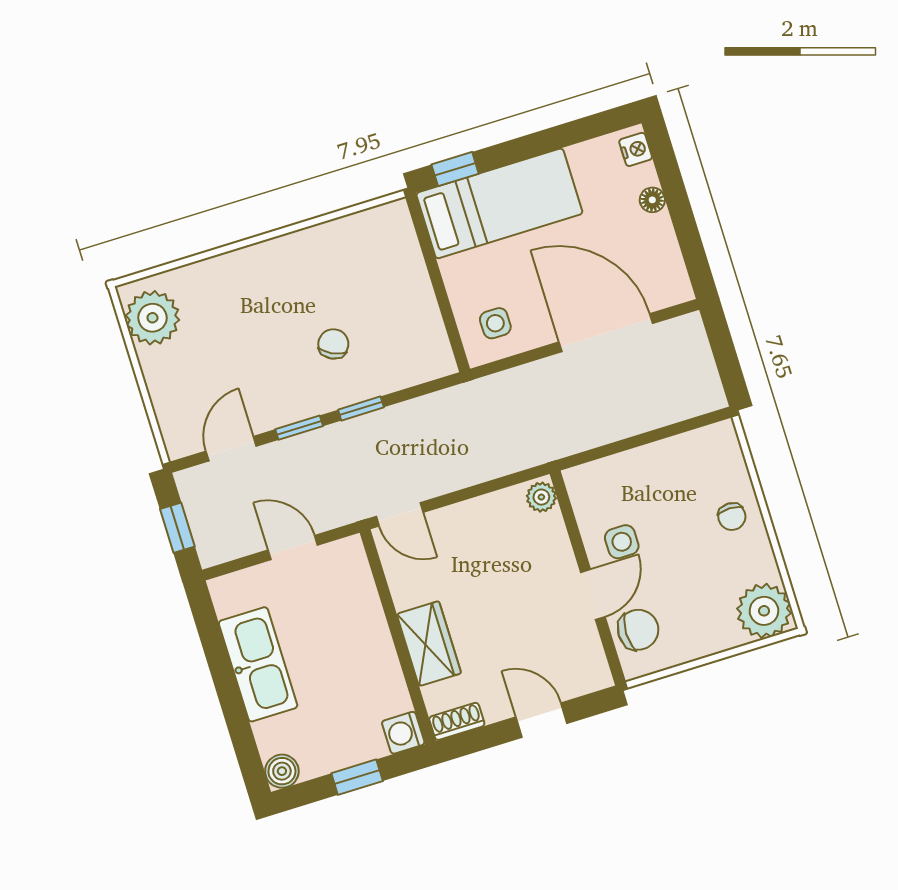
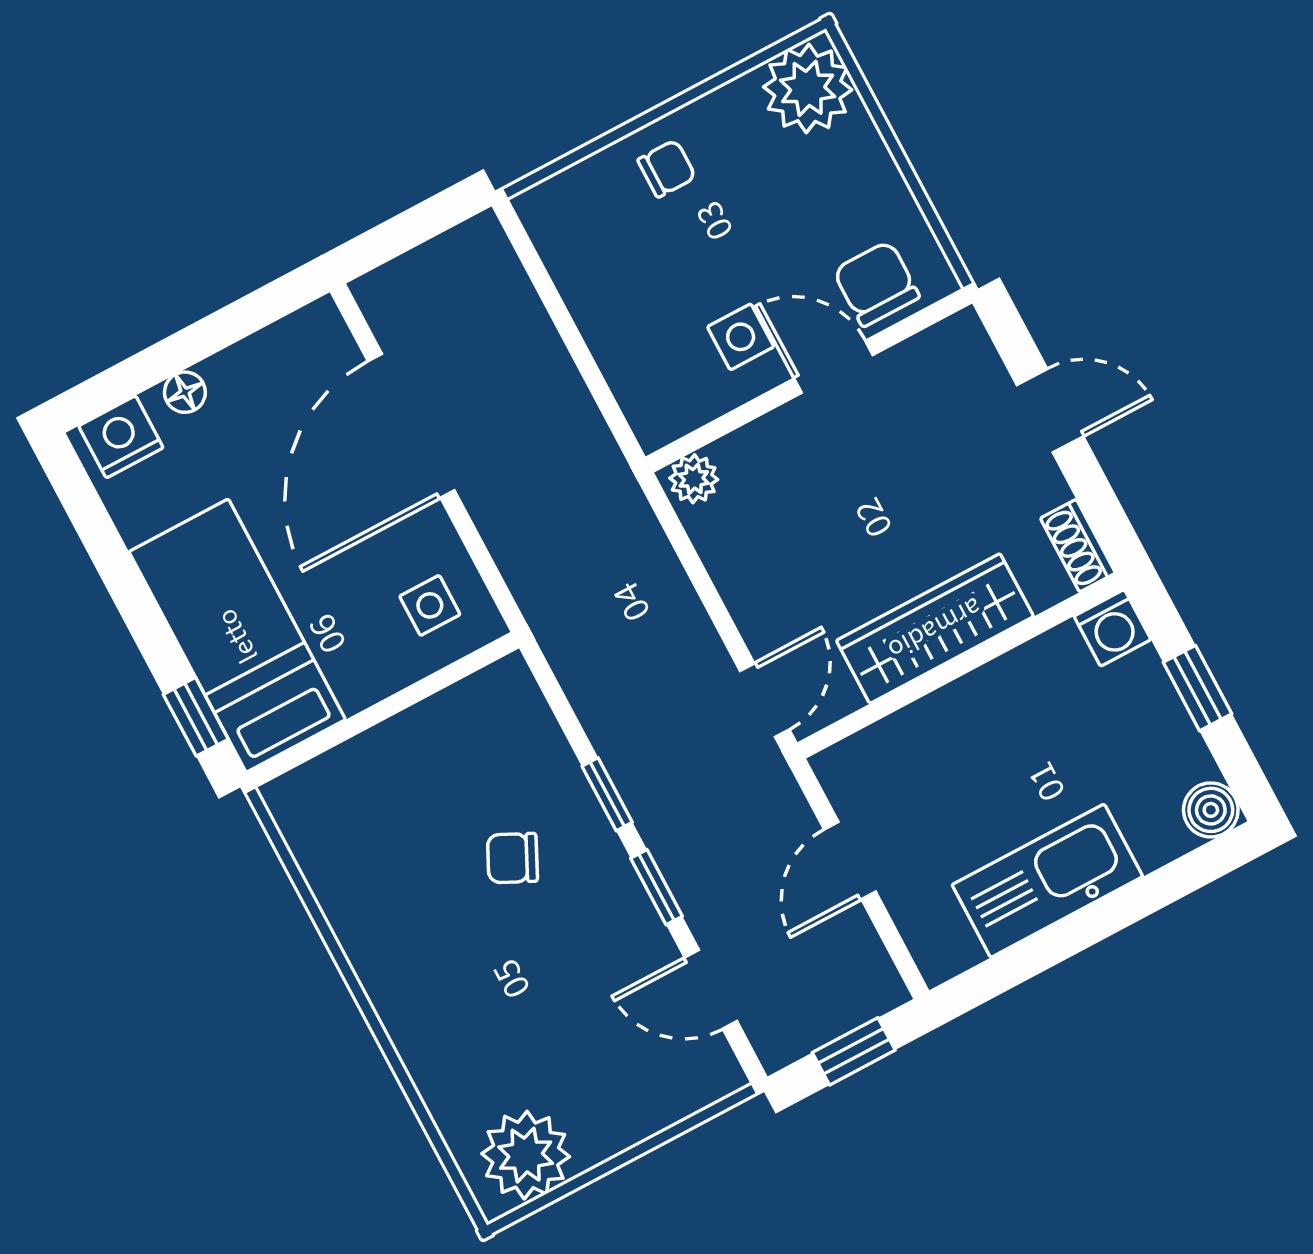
nightstand: (636, 149) -> (121, 437), width x1.39, depth x1.35
wardrobe: (429, 644) -> (935, 629), width x1.50
door: (542, 720) -> (1050, 411), swing flipped

